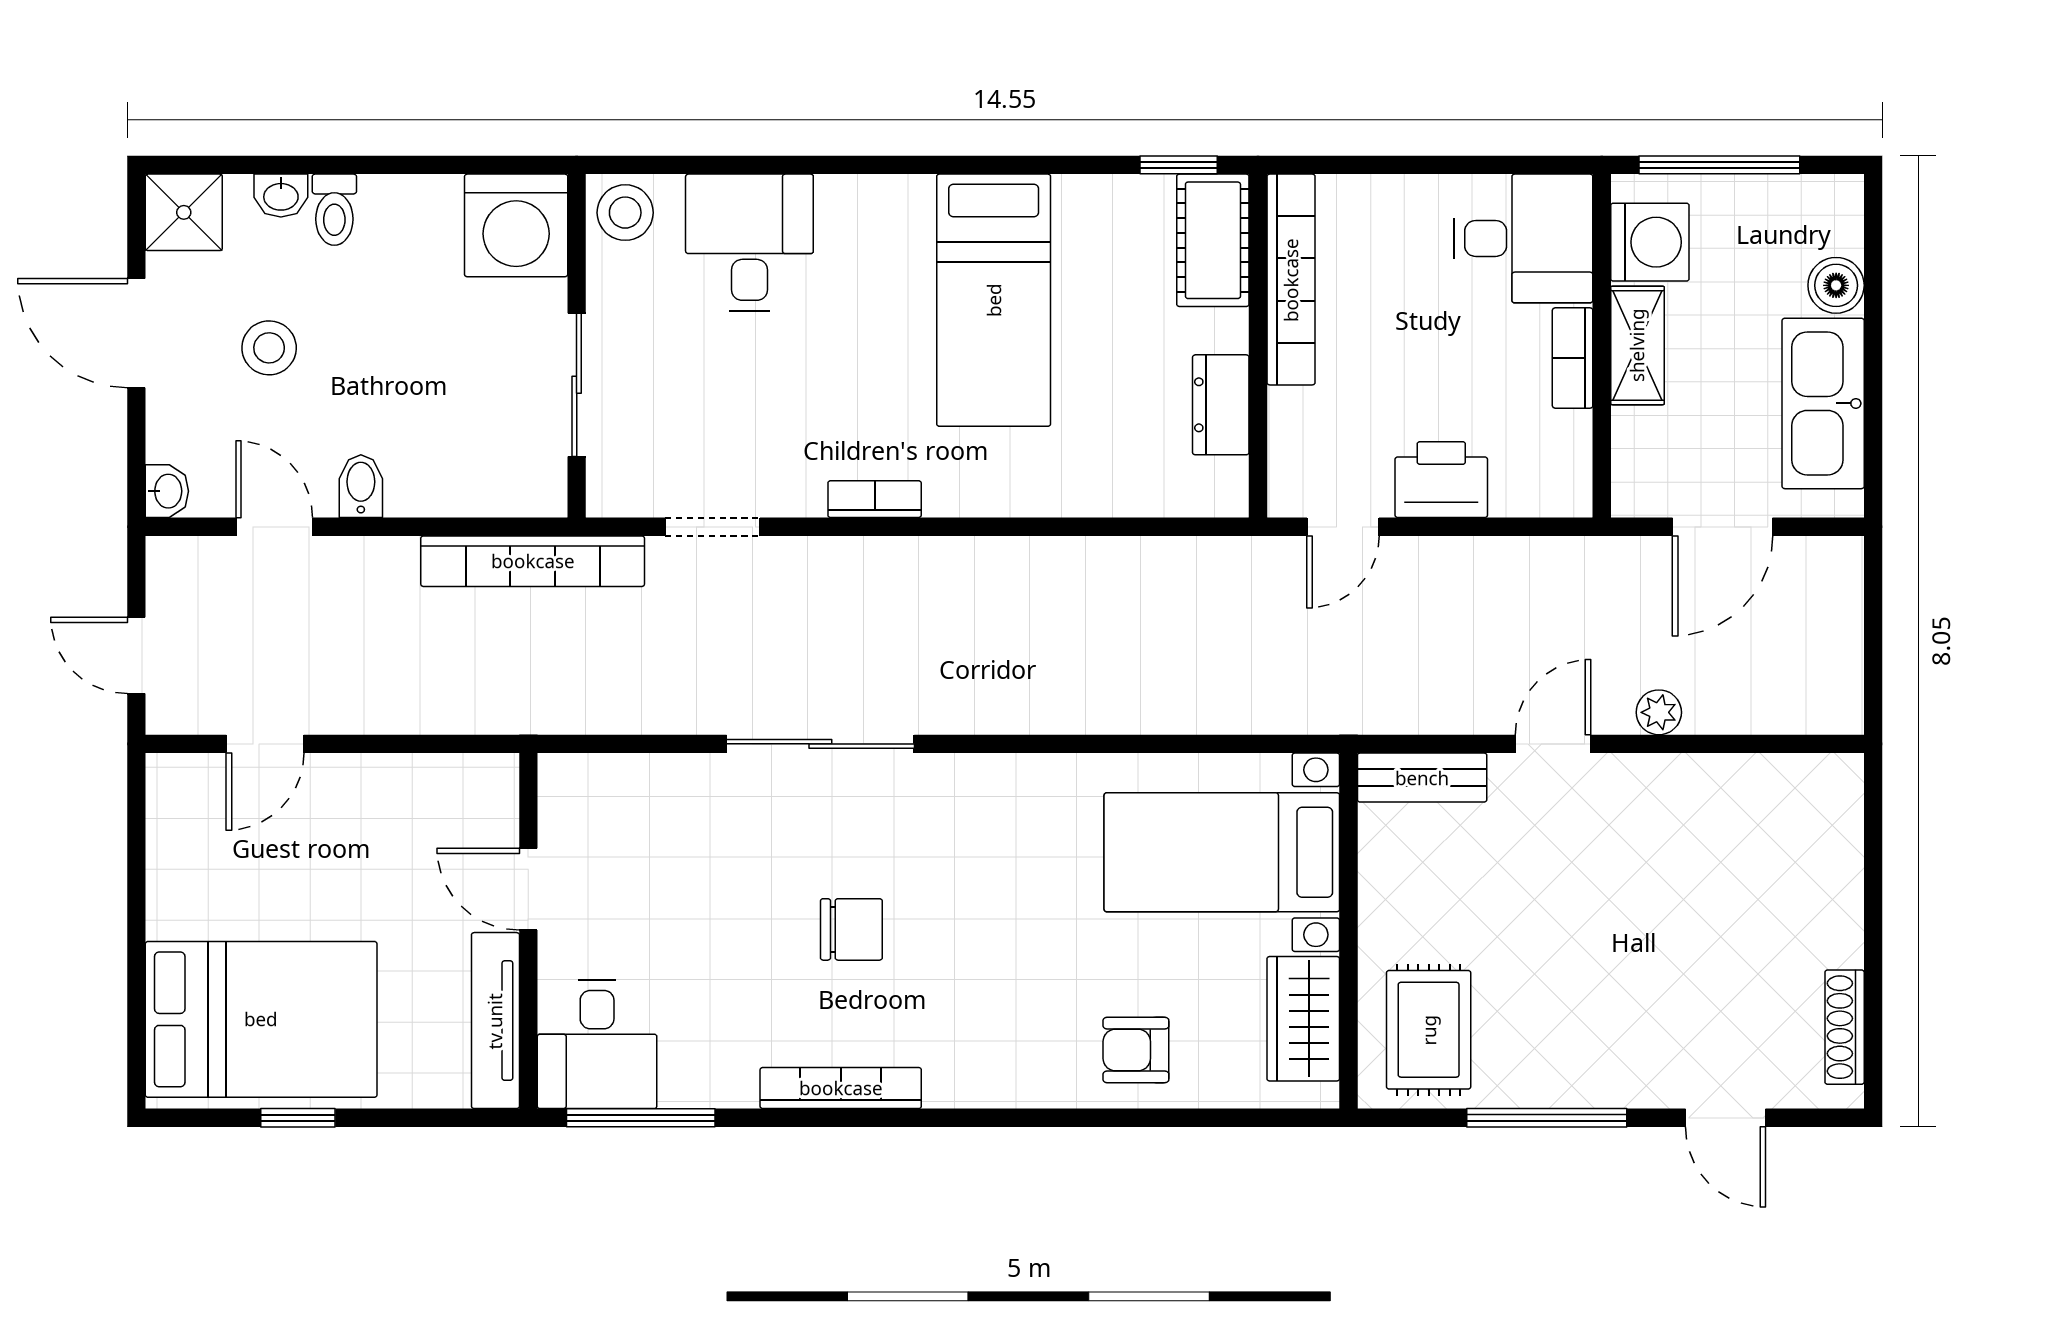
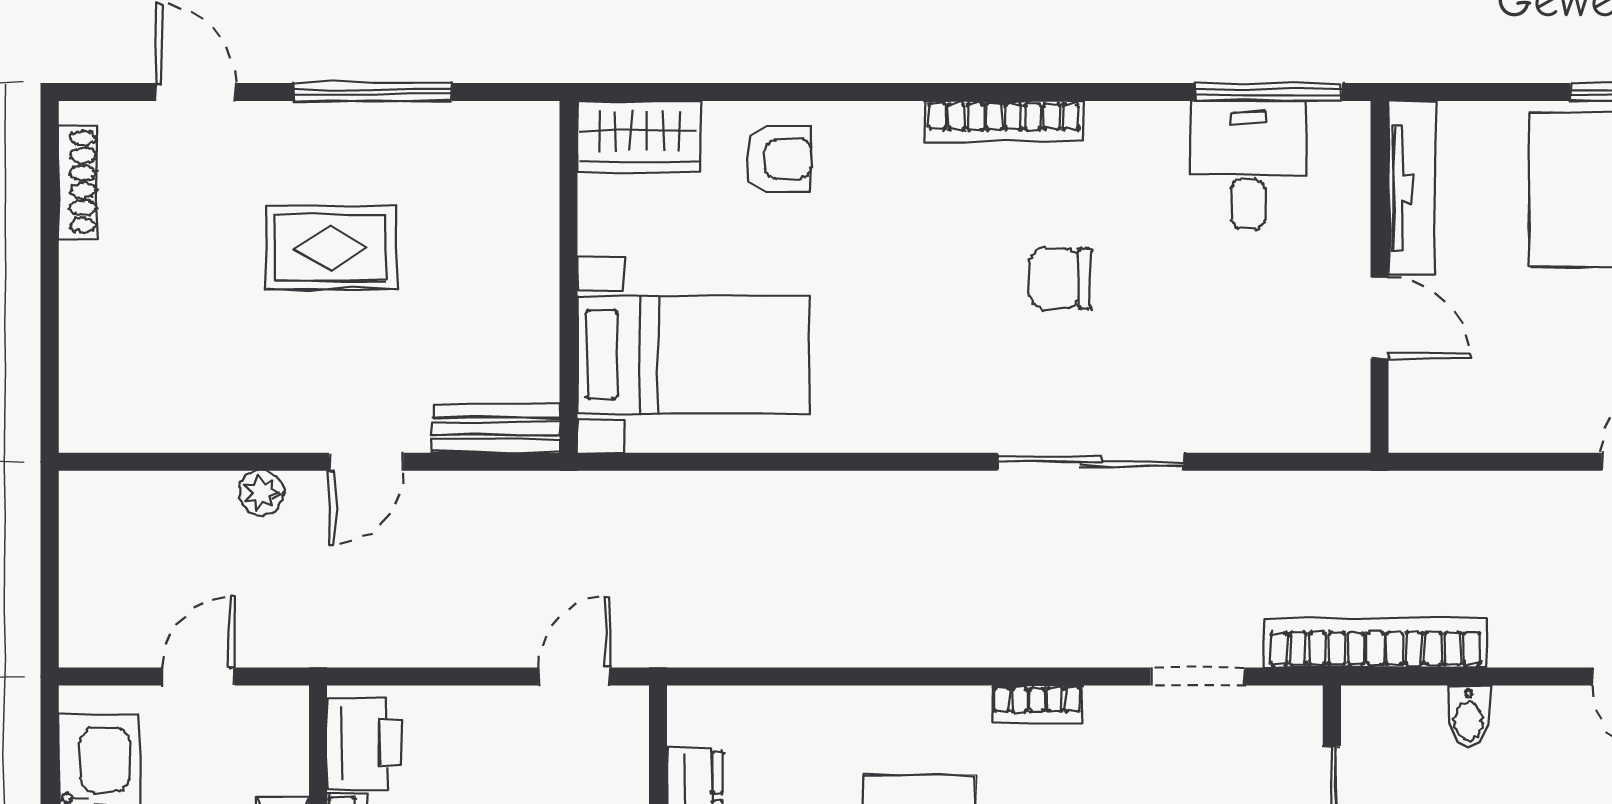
printer: (1441, 480) -> (365, 743), moved, turned -90
bidet: (361, 486) -> (1469, 717), moved
door: (1723, 527) -> (199, 676), width x0.73
wardrobe: (1303, 1019) -> (639, 137), moved, turned 90
rug: (1429, 1030) -> (331, 248), moved, turned 90
desk: (597, 1044) -> (1248, 165), moved
bookcase: (841, 1088) -> (1004, 121), moved

